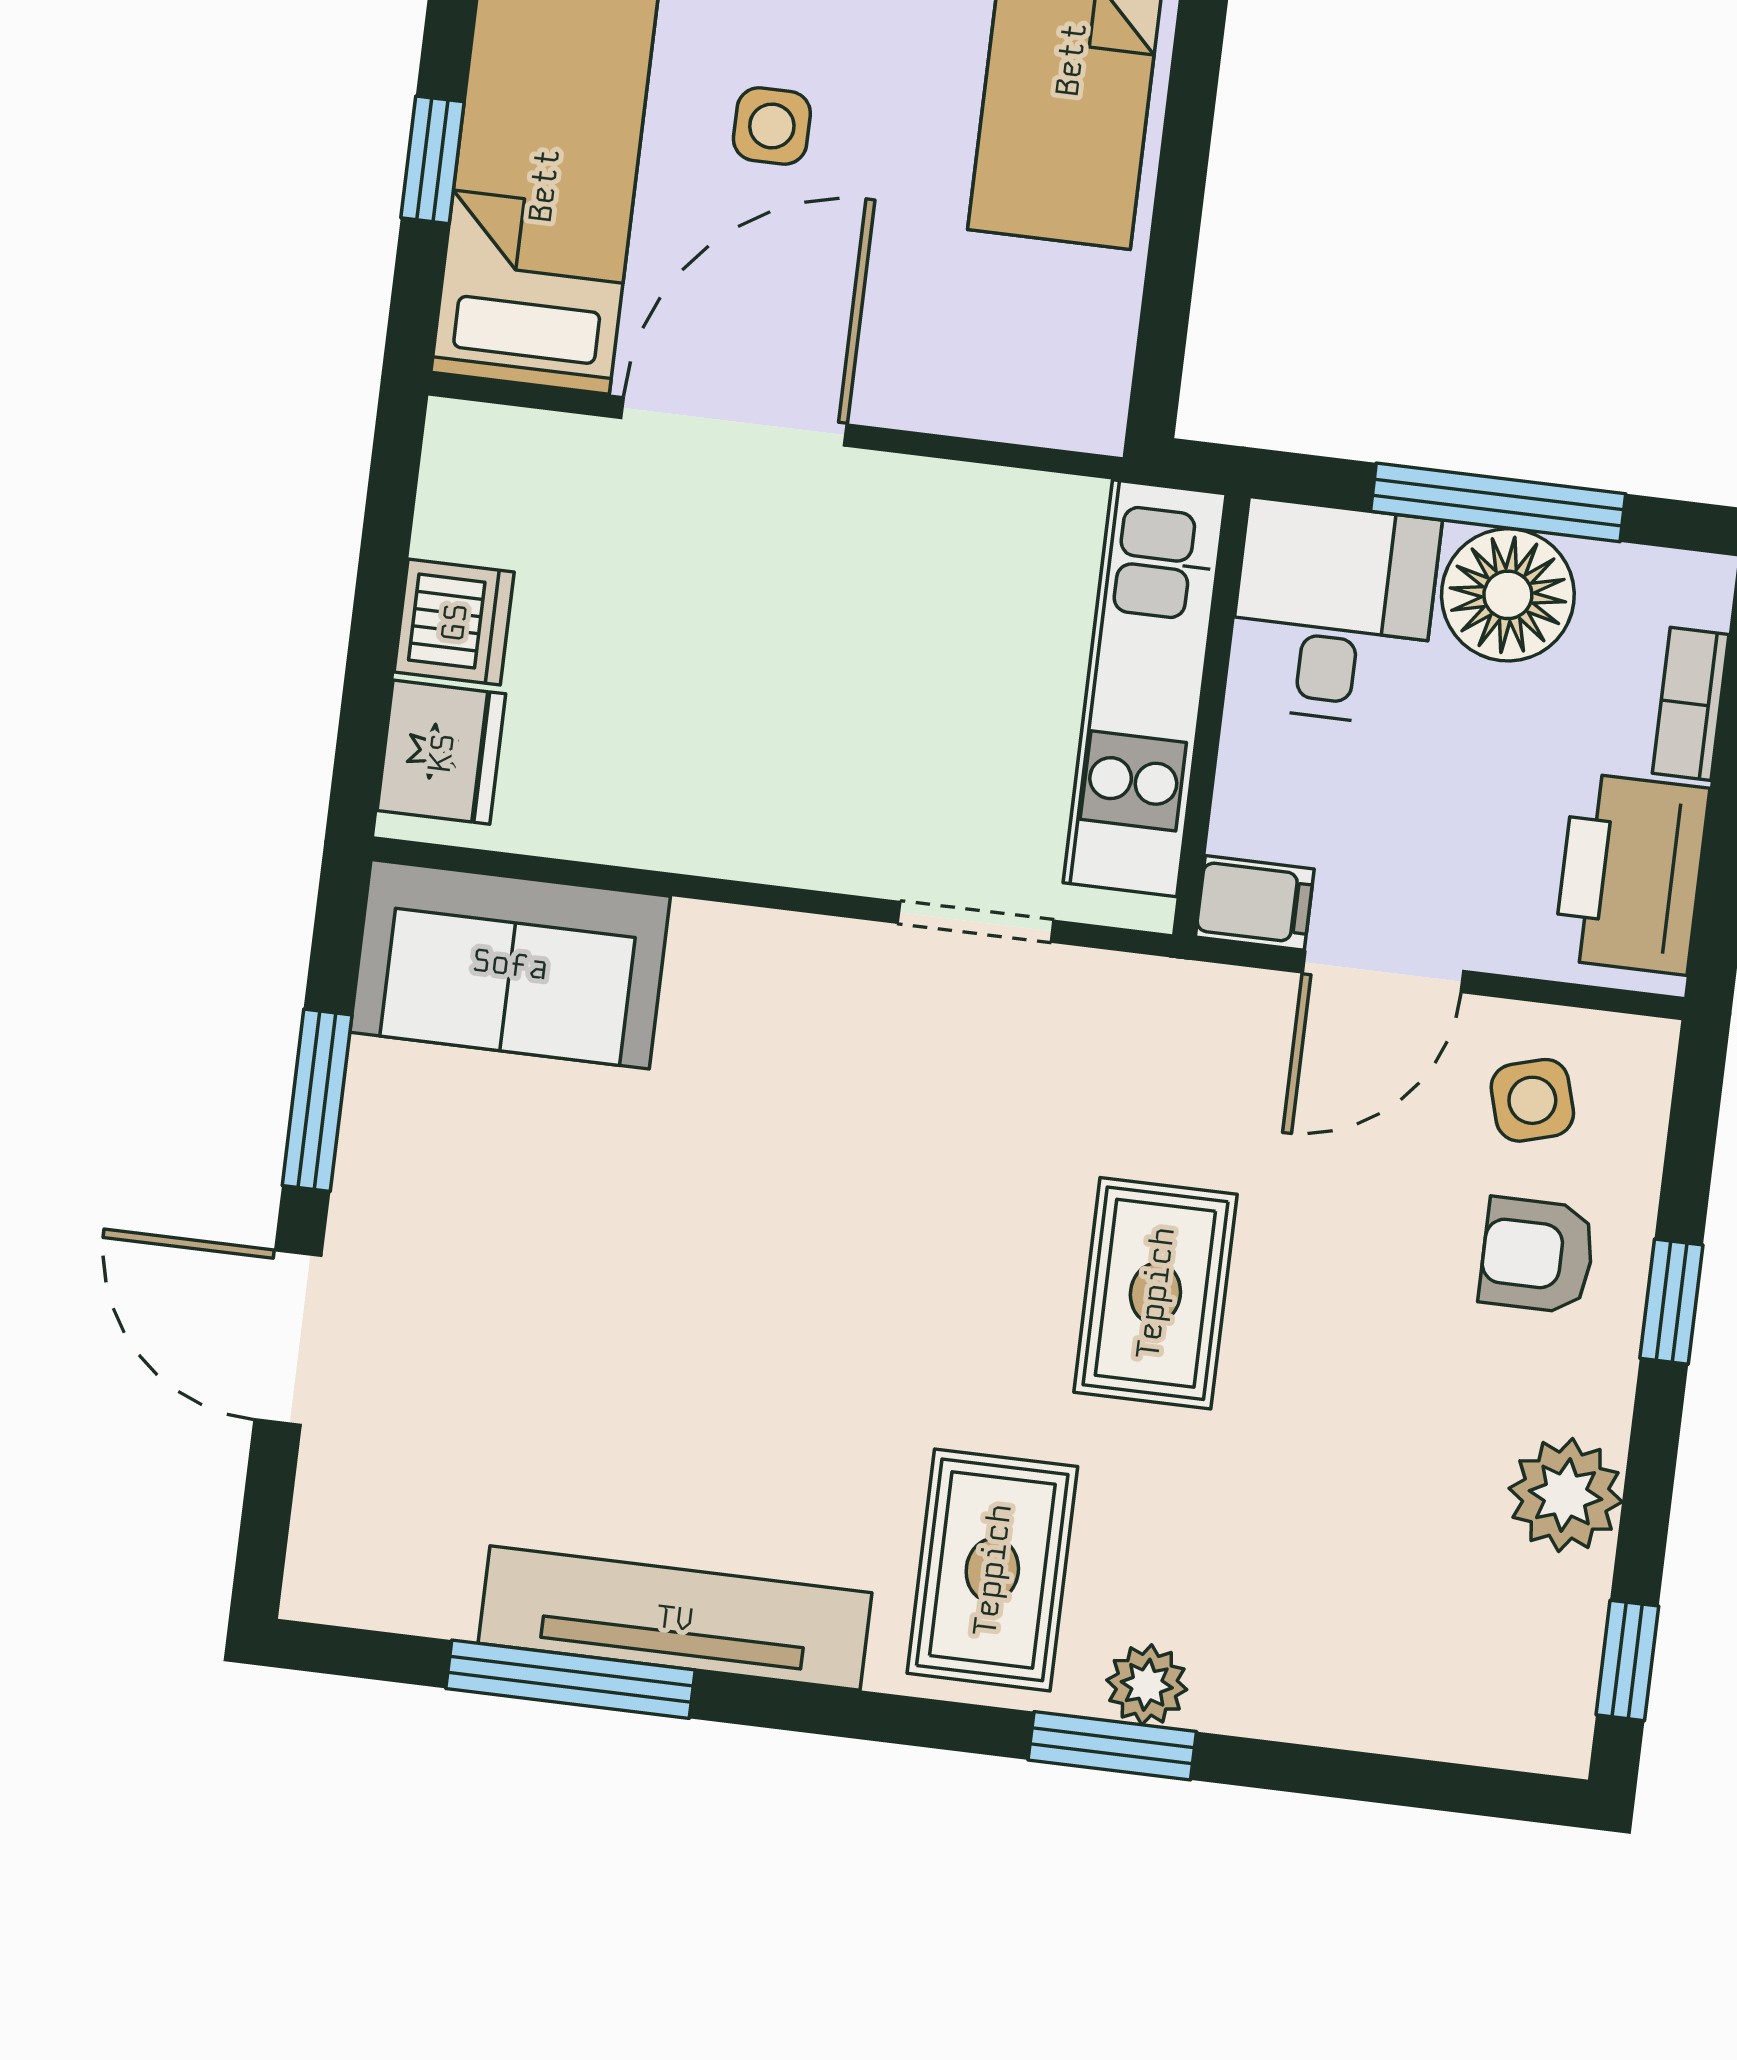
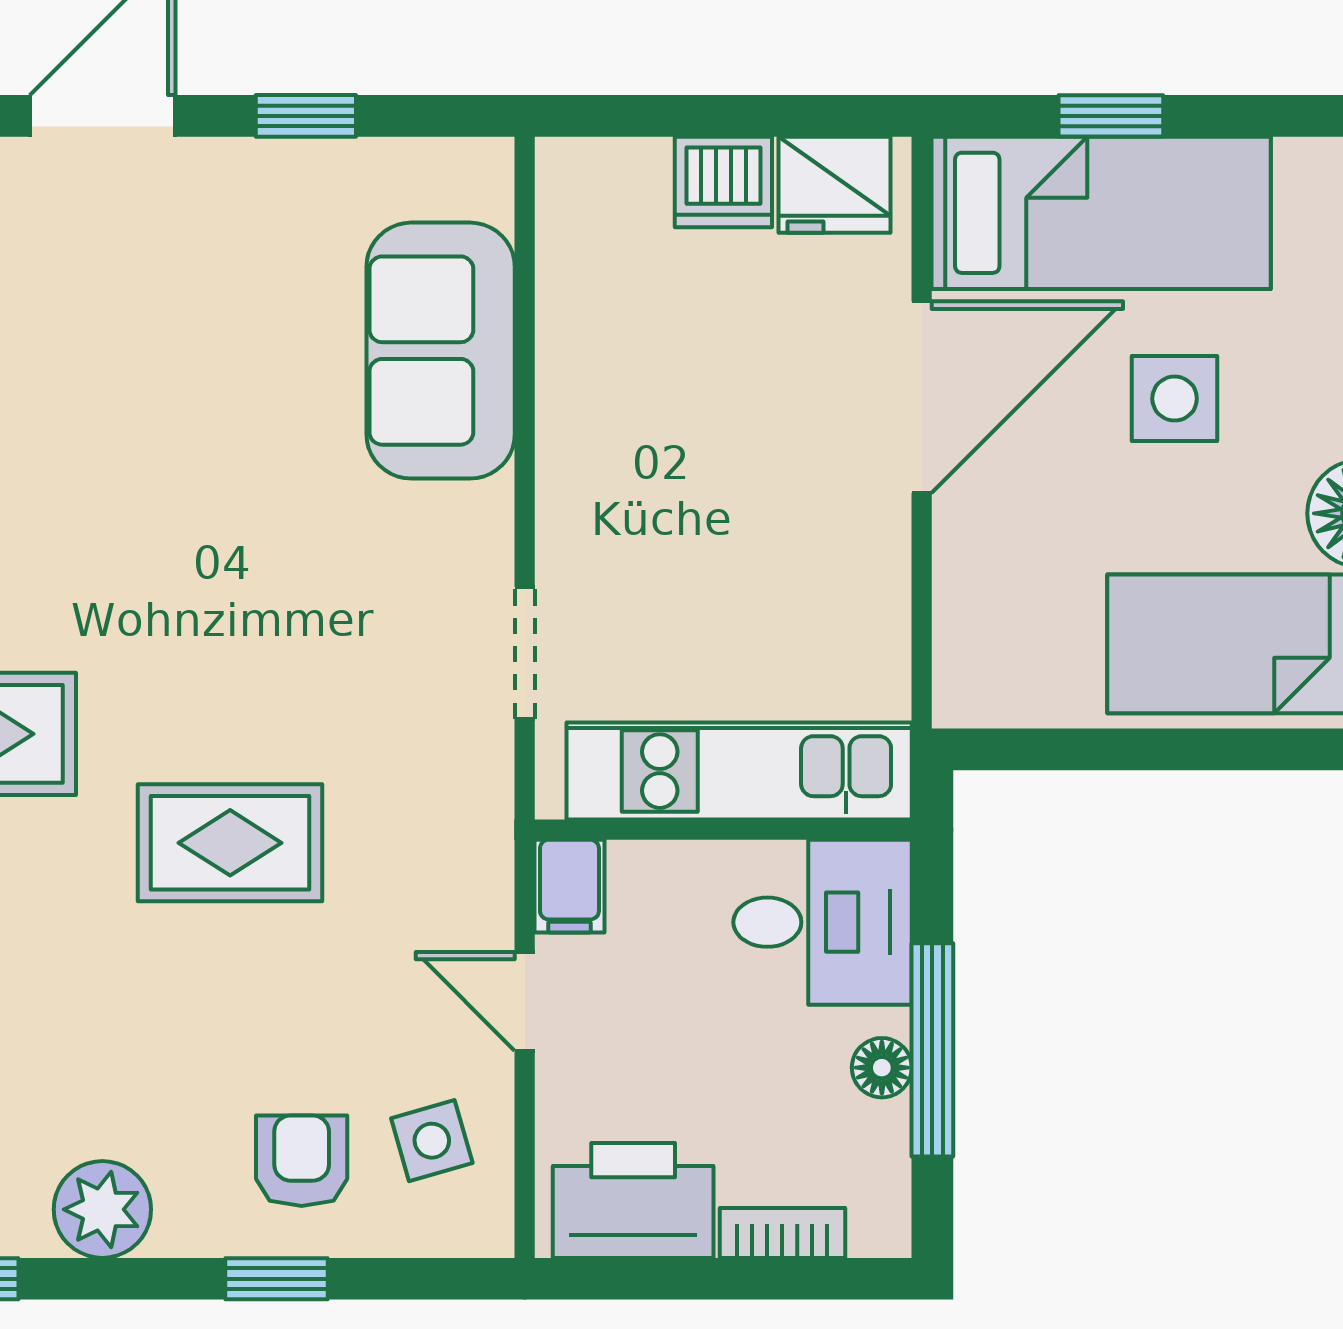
side table: (772, 126) -> (1175, 399), width x1.37, depth x1.37
door: (734, 421) -> (922, 397), hinge flipped
floor lamp: (1508, 595) -> (882, 1068), width x0.53, depth x0.53
fridge: (441, 752) -> (834, 185), moved
sofa: (510, 964) -> (441, 351), moved
door: (1383, 972) -> (525, 1001), width x0.73
window: (317, 1100) -> (306, 116), width x0.67

